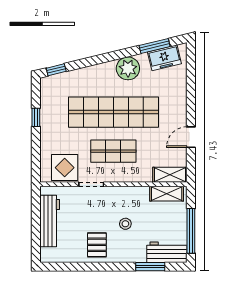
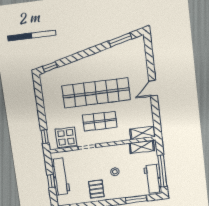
freezer: (164, 58) -> (129, 48), removed
plant: (128, 68) -> (103, 59), removed
window: (36, 117) -> (45, 137), moved
door: (191, 137) -> (153, 88), moved
window: (36, 226) -> (51, 181), added
workbench: (167, 252) -> (153, 179), moved, turned -90

